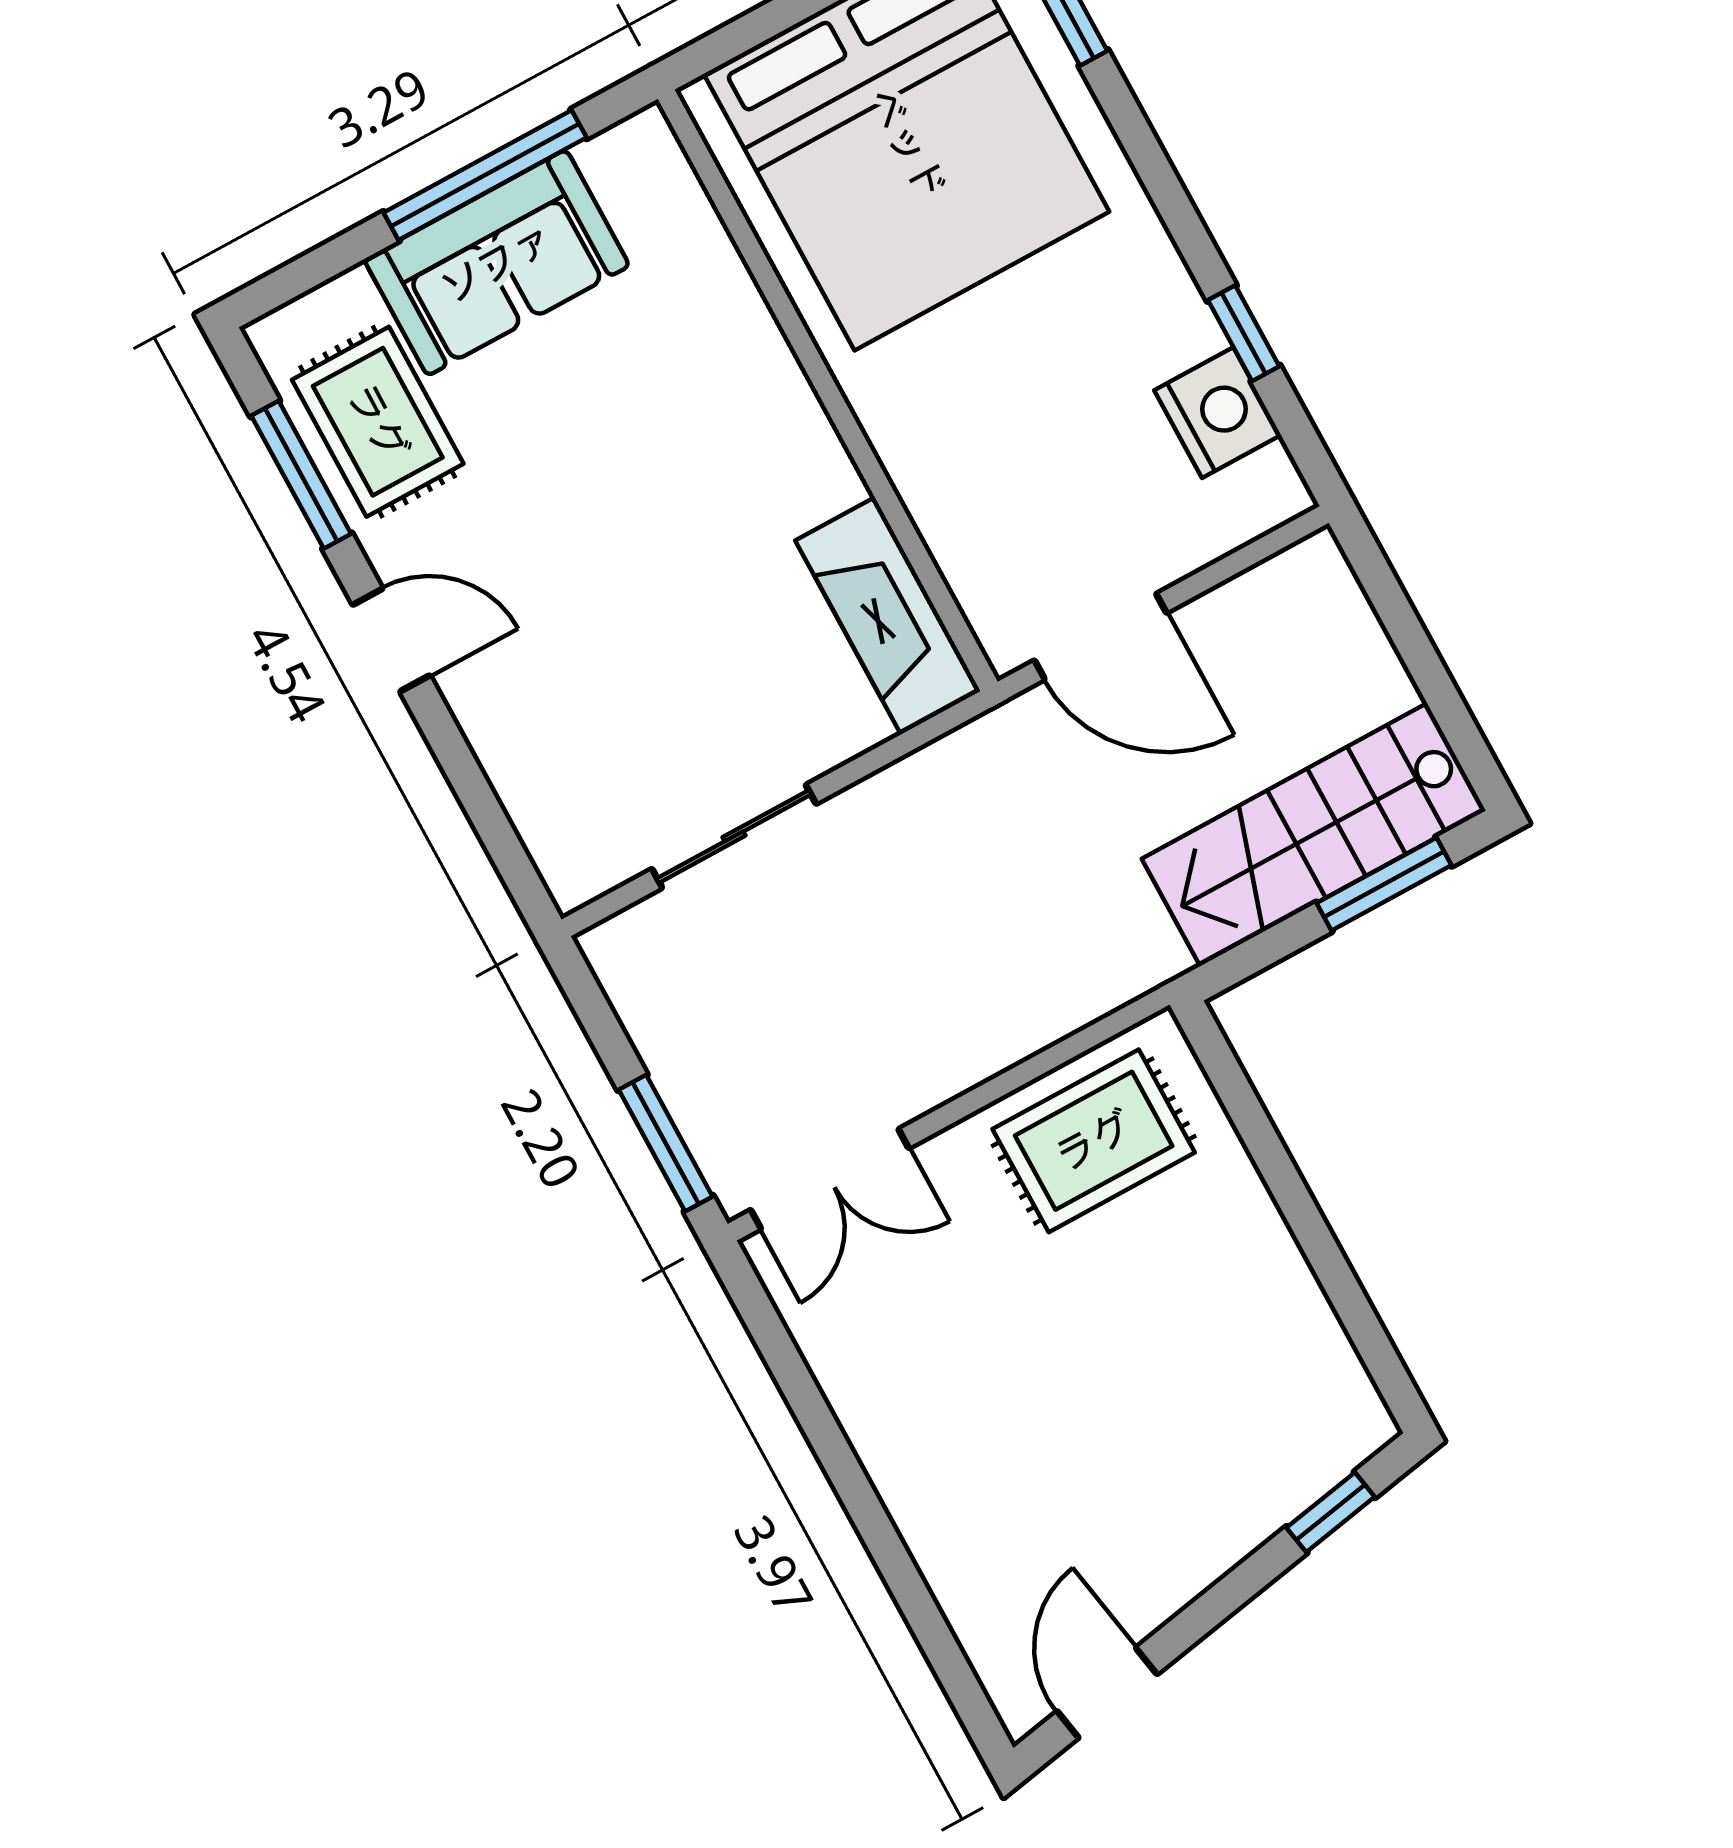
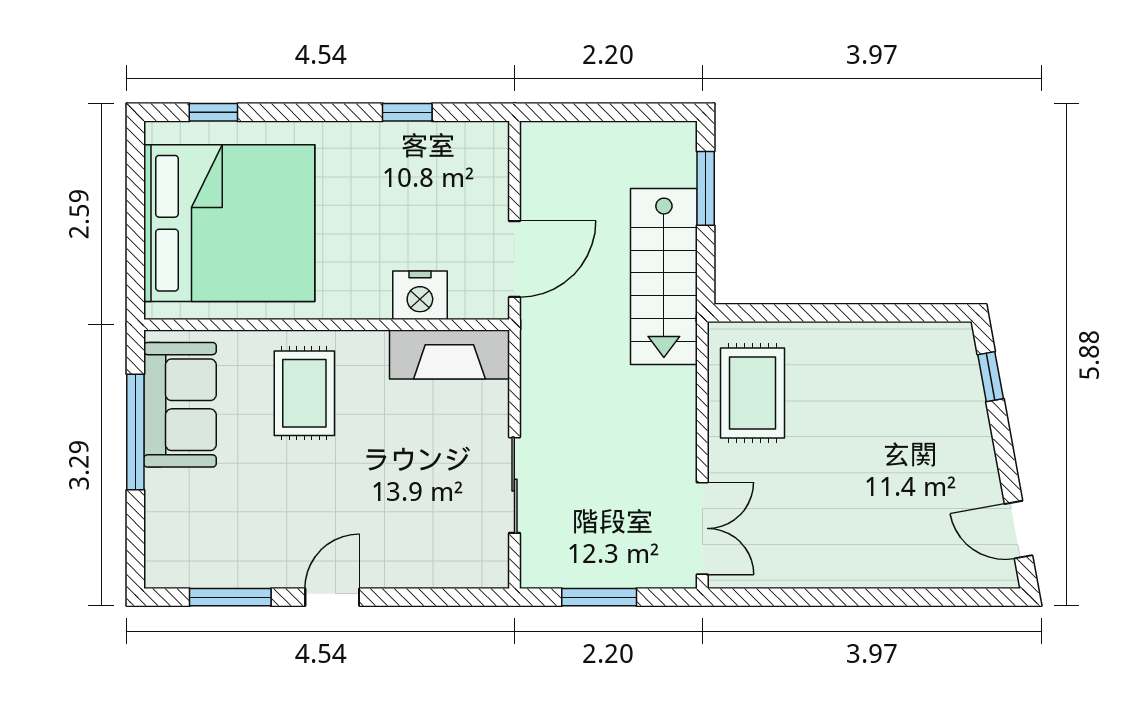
sofa: (497, 263) -> (180, 405), moved
nightstand: (1218, 413) -> (420, 295), moved, turned 180
rug: (378, 422) -> (304, 393), moved, turned 90
stairs: (1314, 835) -> (664, 277), moved
window: (666, 1143) -> (599, 597), moved

